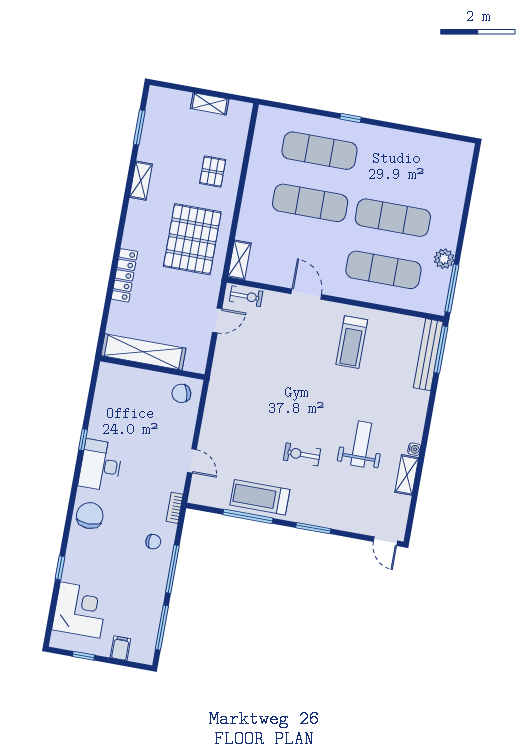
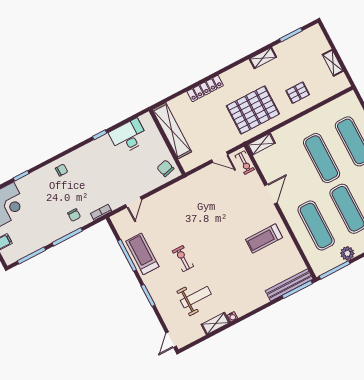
weight bench: (361, 444) -> (196, 297), moved
desk: (101, 465) -> (129, 136), moved
chair: (90, 516) -> (62, 170), width x0.54, depth x0.54

